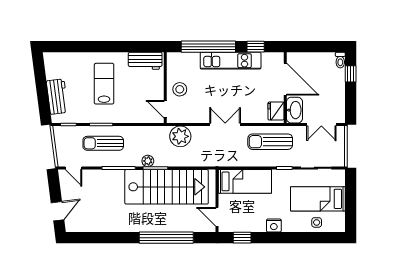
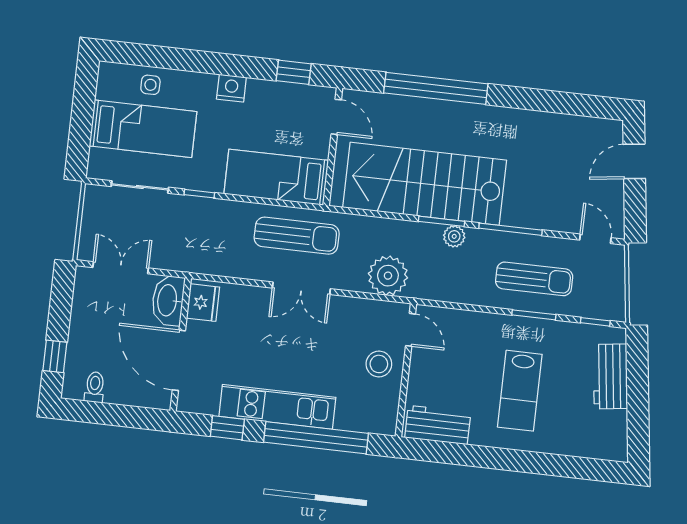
toilet: (340, 60) -> (95, 387), moved
sun lounger: (270, 142) -> (297, 236), moved

